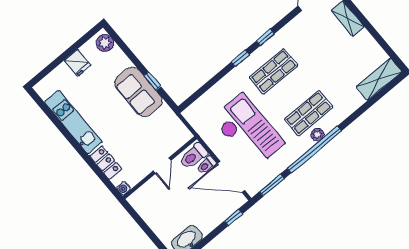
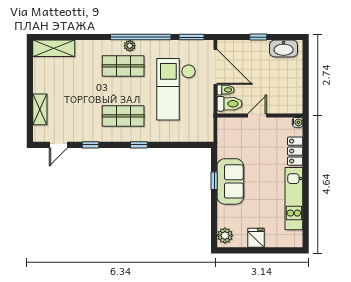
window: (265, 37) -> (90, 145), moved
window: (233, 217) -> (258, 37), moved

